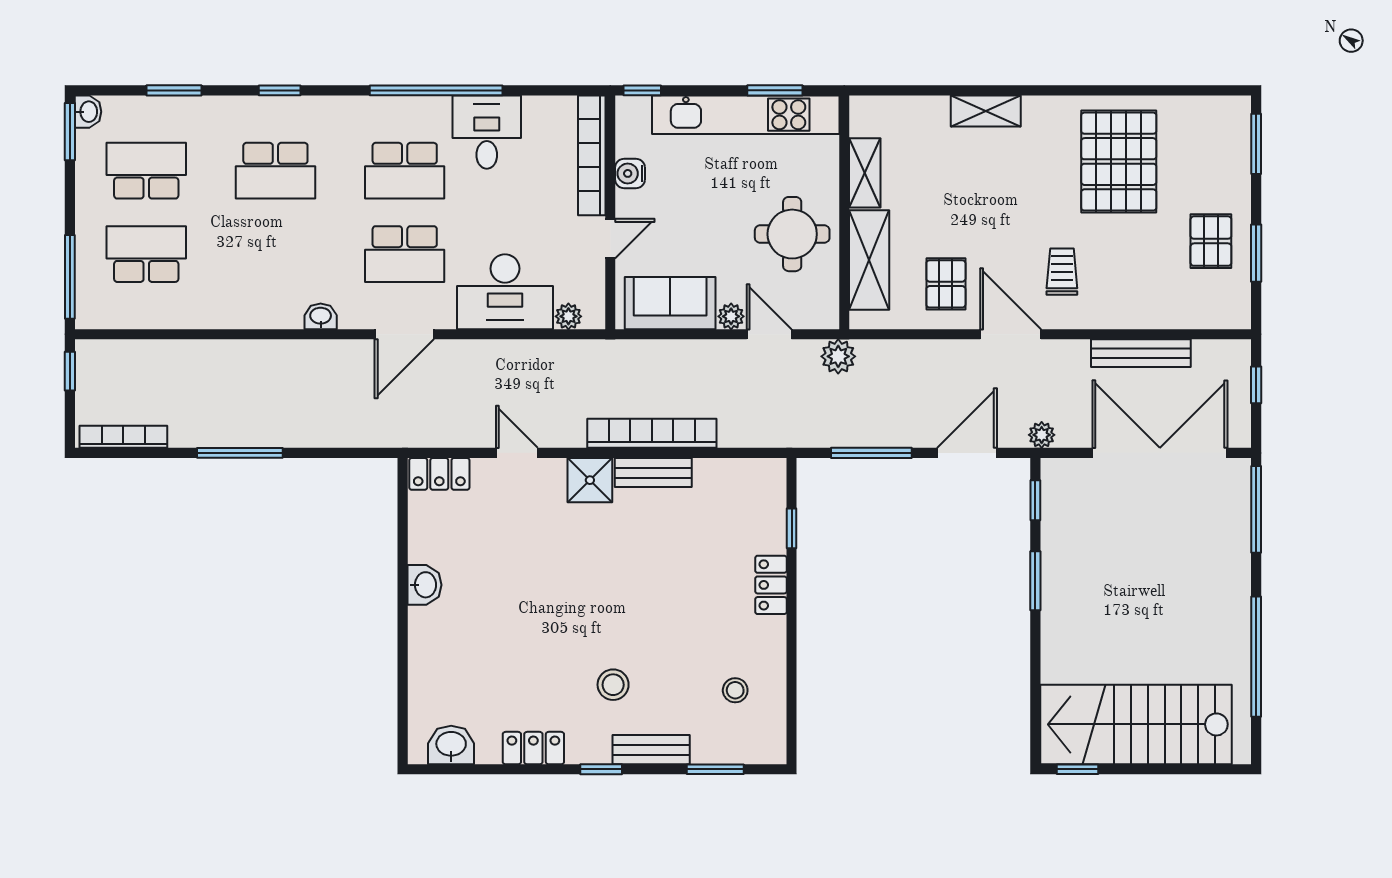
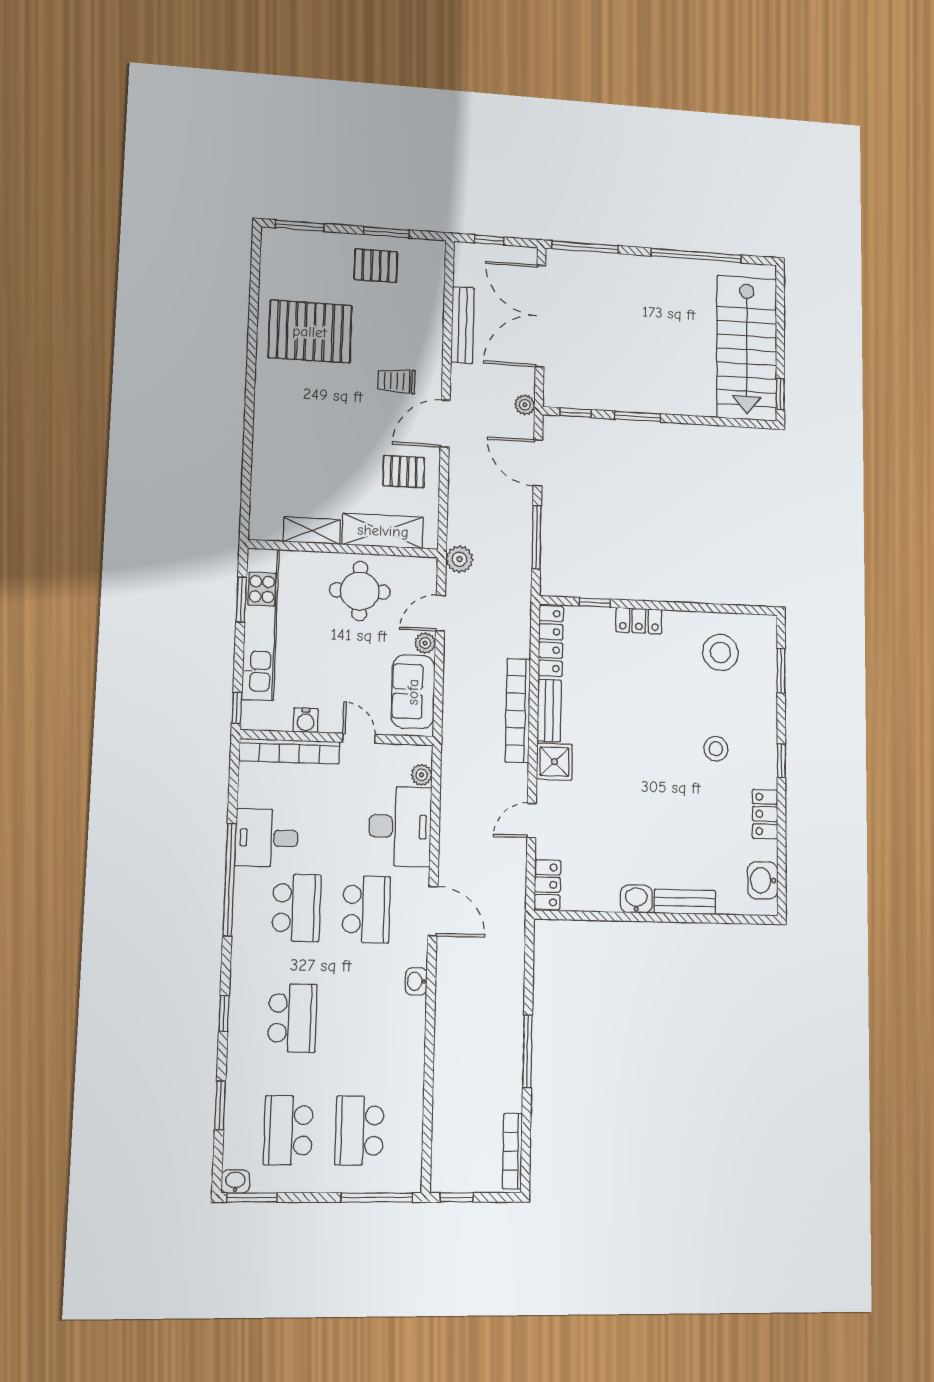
shelving: (986, 111) -> (265, 432), removed
locker: (740, 473) -> (551, 641), added
stool: (735, 690) -> (720, 652), width x1.89, depth x1.89
bench: (651, 750) -> (685, 902), moved, turned 90

